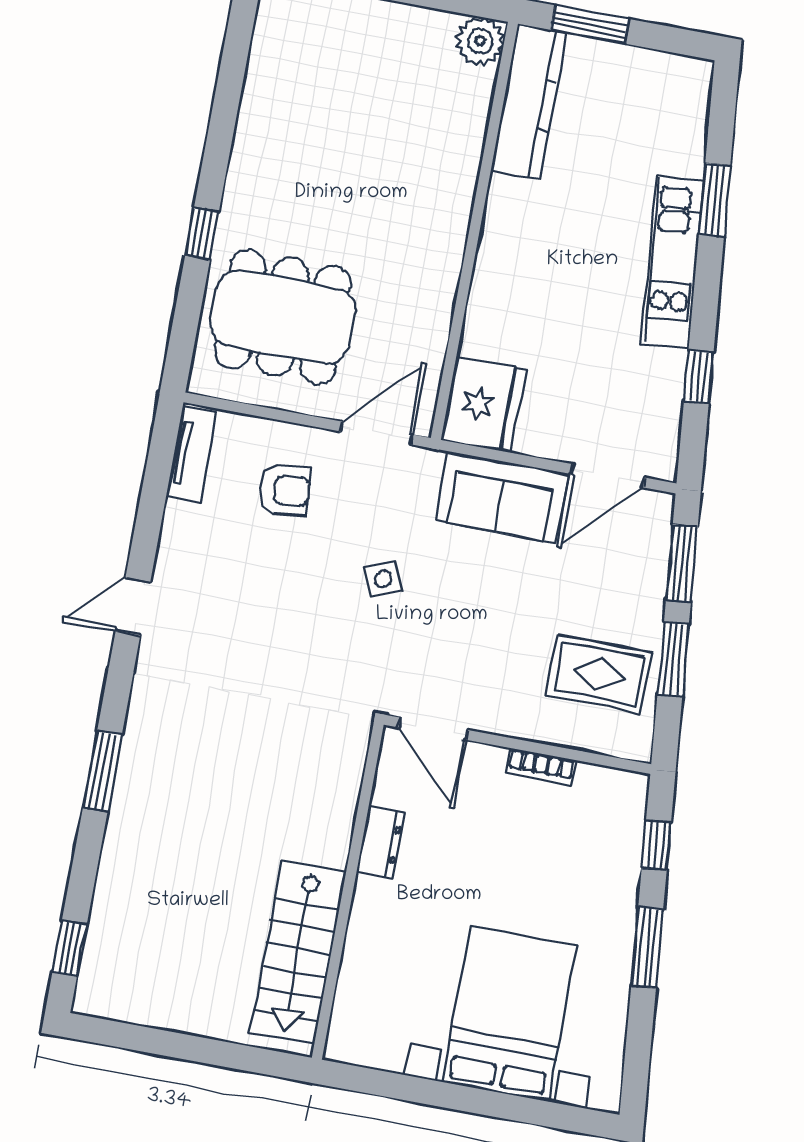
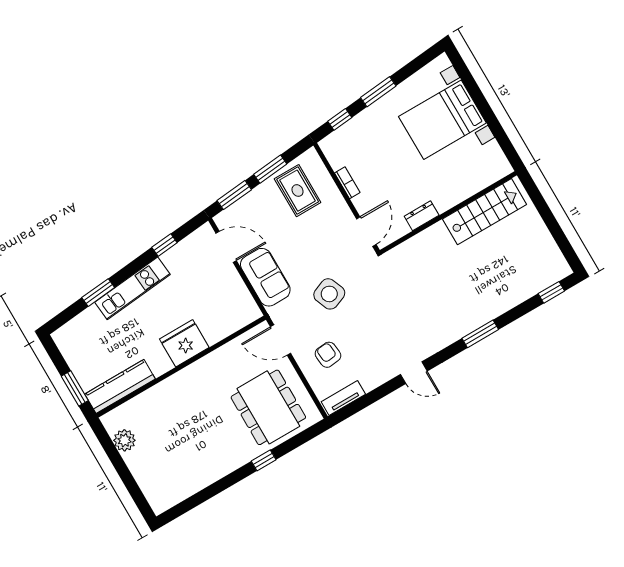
plant: (480, 41) -> (124, 440), moved
fridge: (483, 405) -> (184, 343), moved
side table: (383, 579) -> (329, 294), width x1.87, depth x1.87

